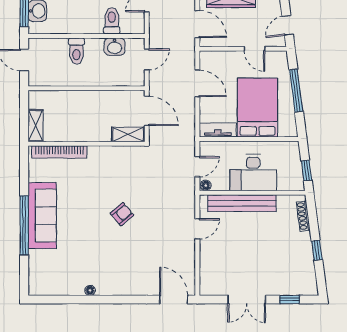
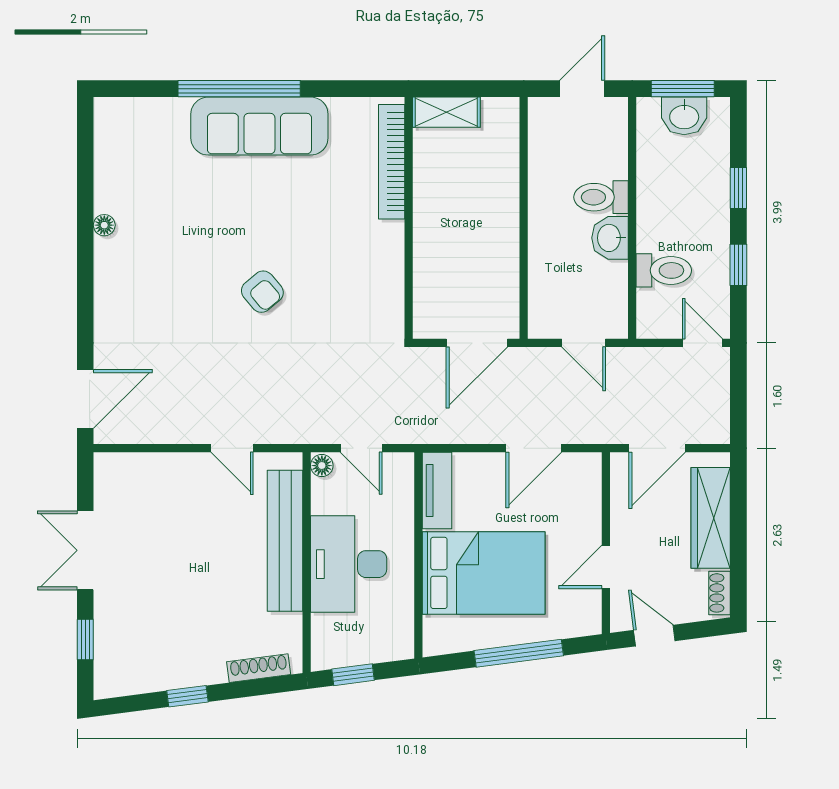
washbasin: (115, 47) -> (610, 238), moved
shelving: (128, 134) -> (428, 305), removed

